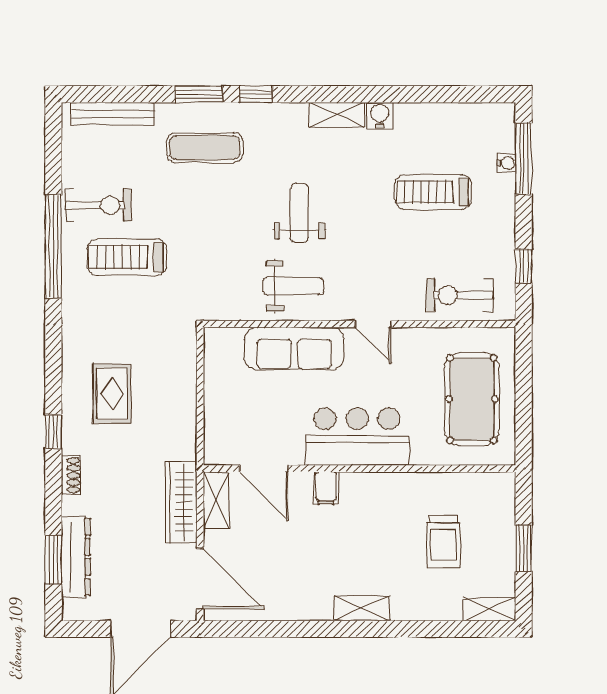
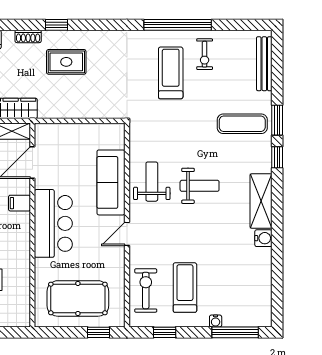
shelving: (337, 115) -> (261, 201), width x1.50, depth x1.33
exercise mat: (205, 148) -> (242, 124), turned 90
water cooler: (506, 163) -> (216, 321), moved
treadmill: (433, 192) -> (185, 288), moved
exercise bike: (98, 205) -> (205, 54), width x0.73, depth x0.72
weight bench: (293, 286) -> (152, 182), turned 180
window: (524, 367) -> (99, 332), added
rug: (112, 394) -> (66, 62), moved

